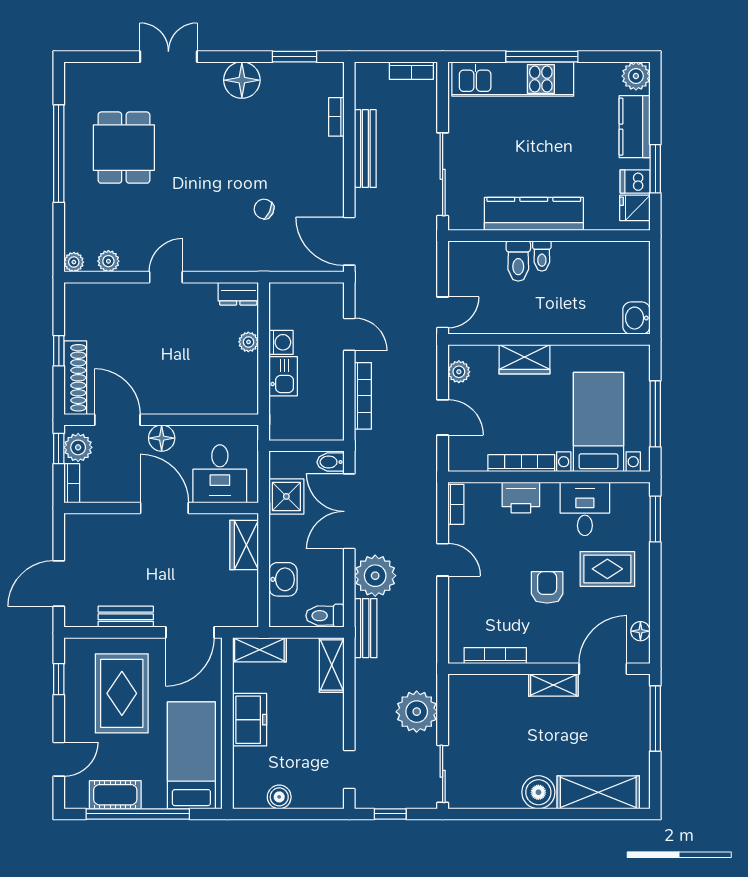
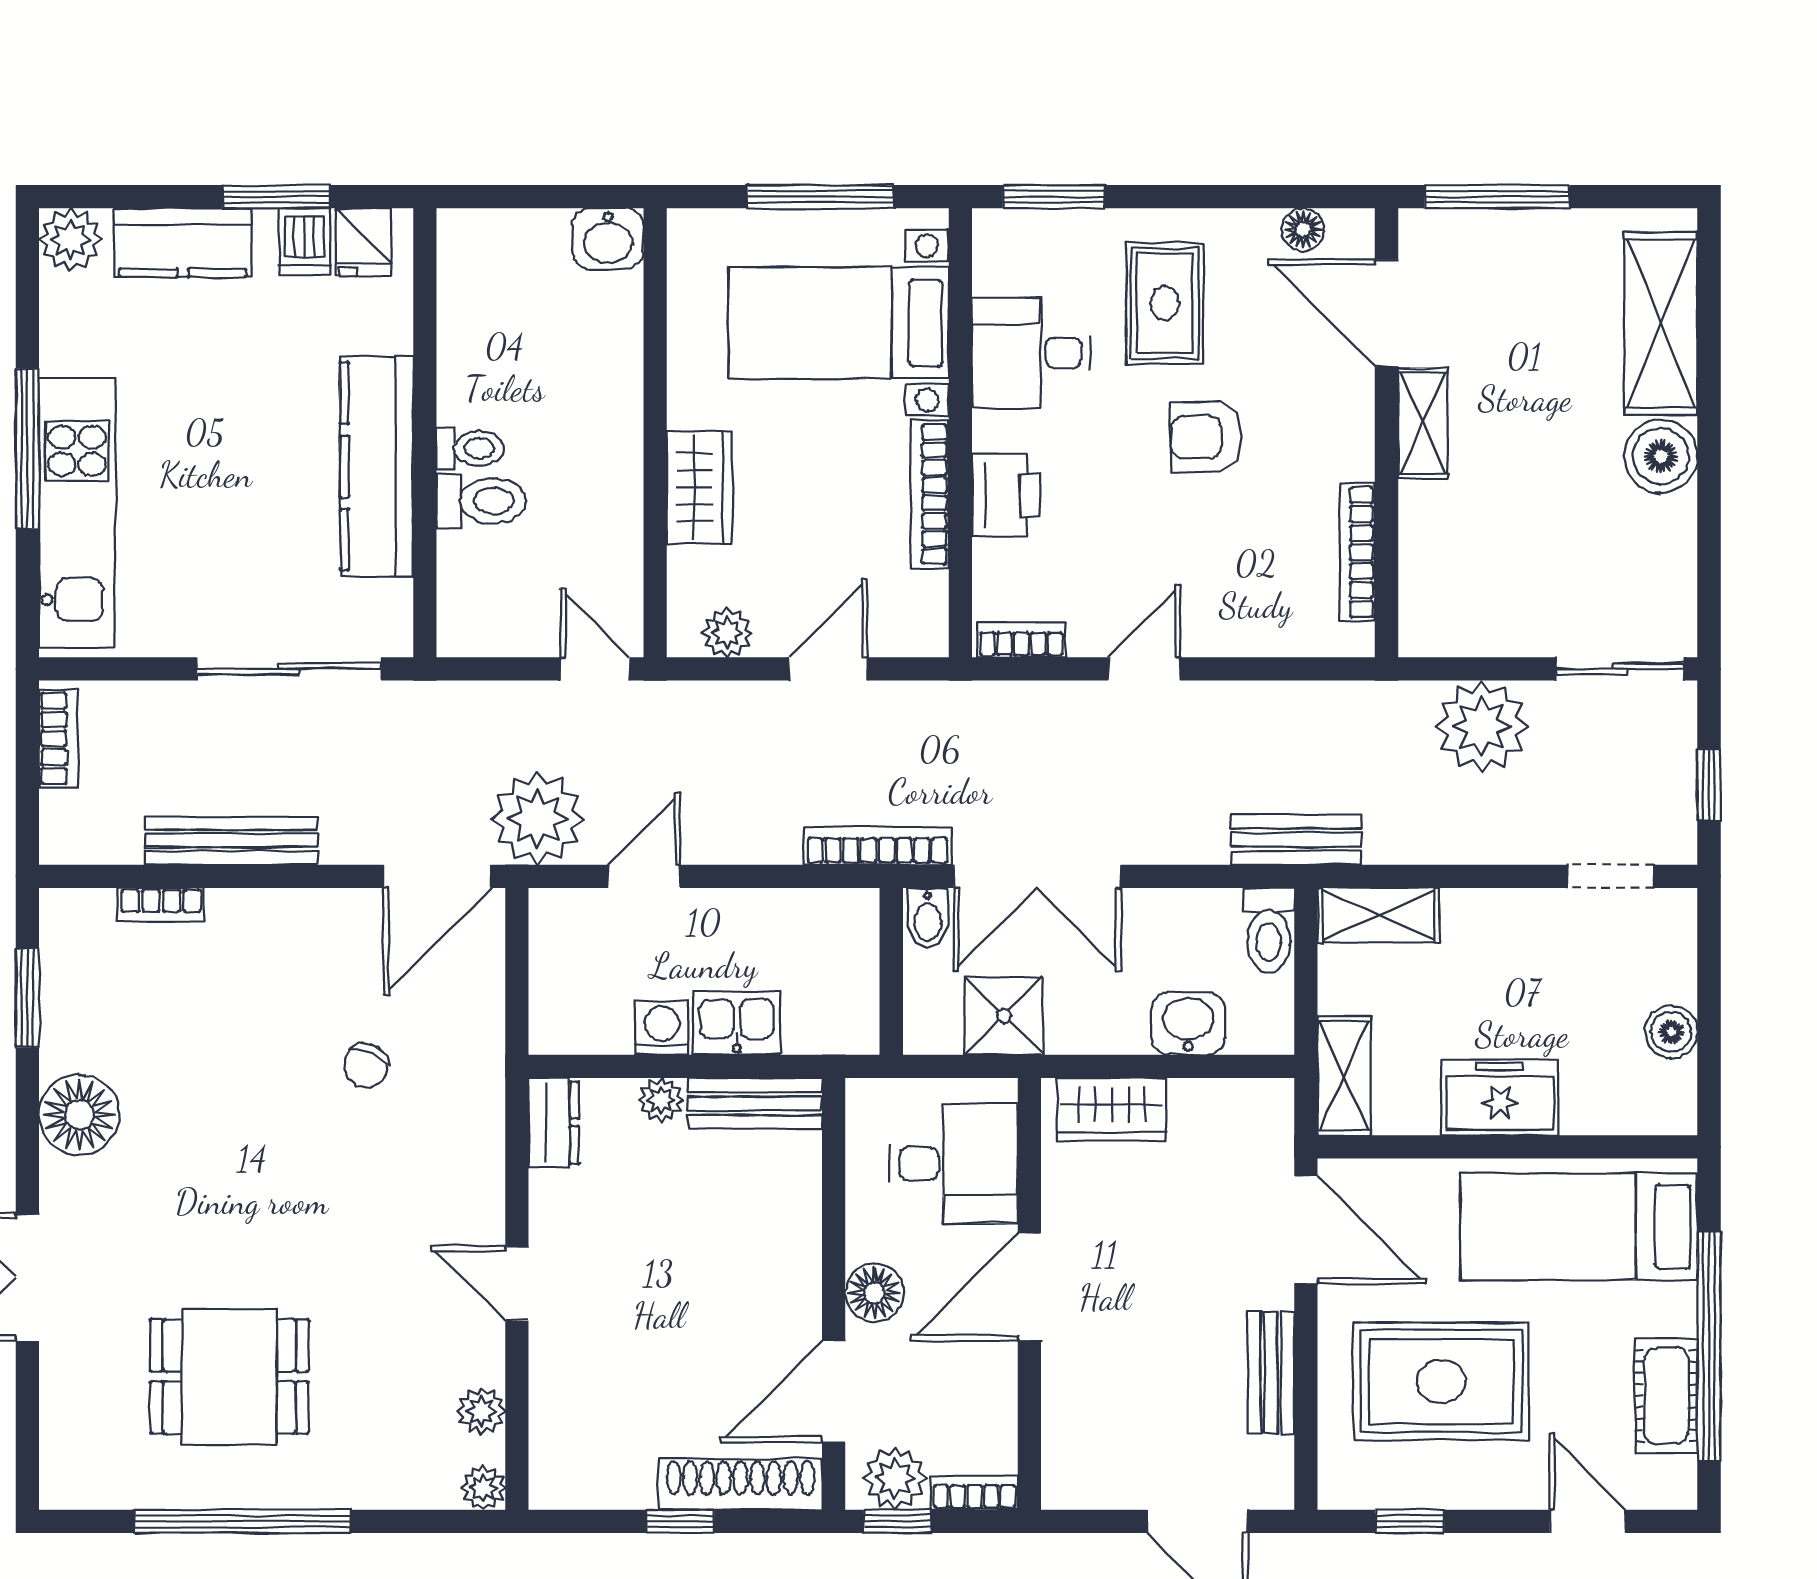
bench: (247, 384) -> (755, 1104), added
bookcase: (363, 396) -> (878, 846), moved
plant: (375, 576) -> (538, 819), moved

